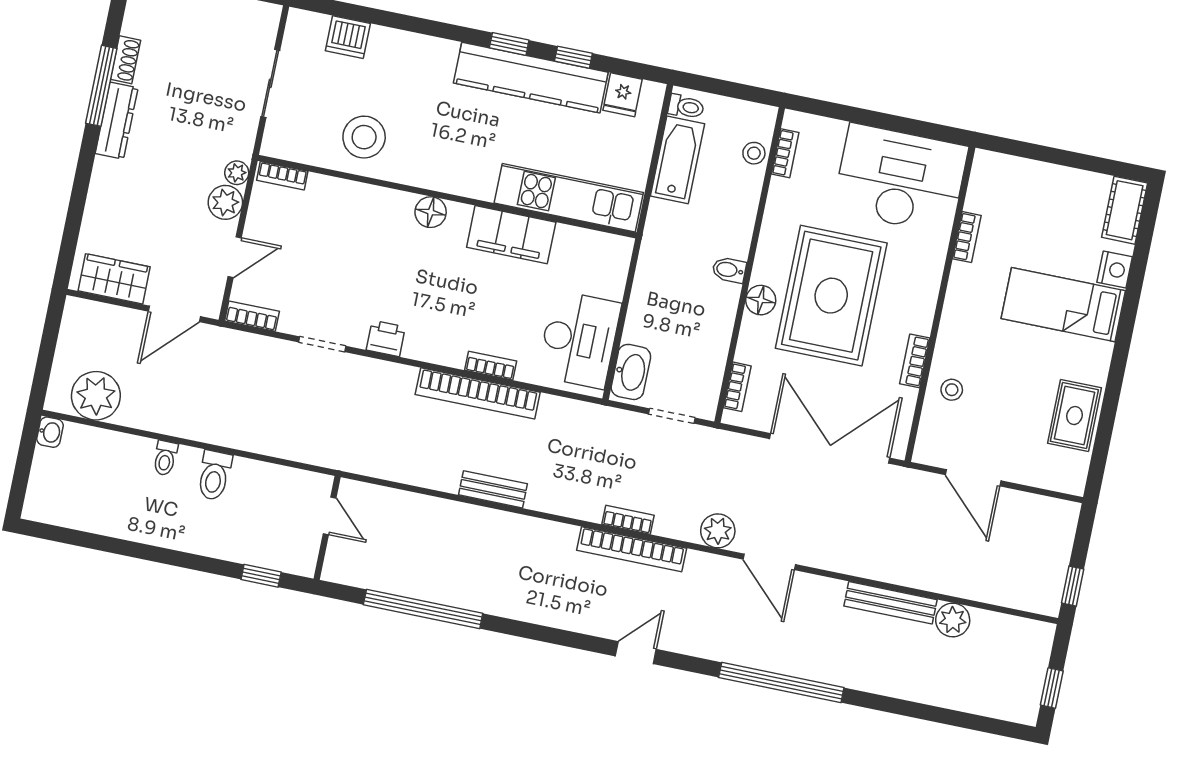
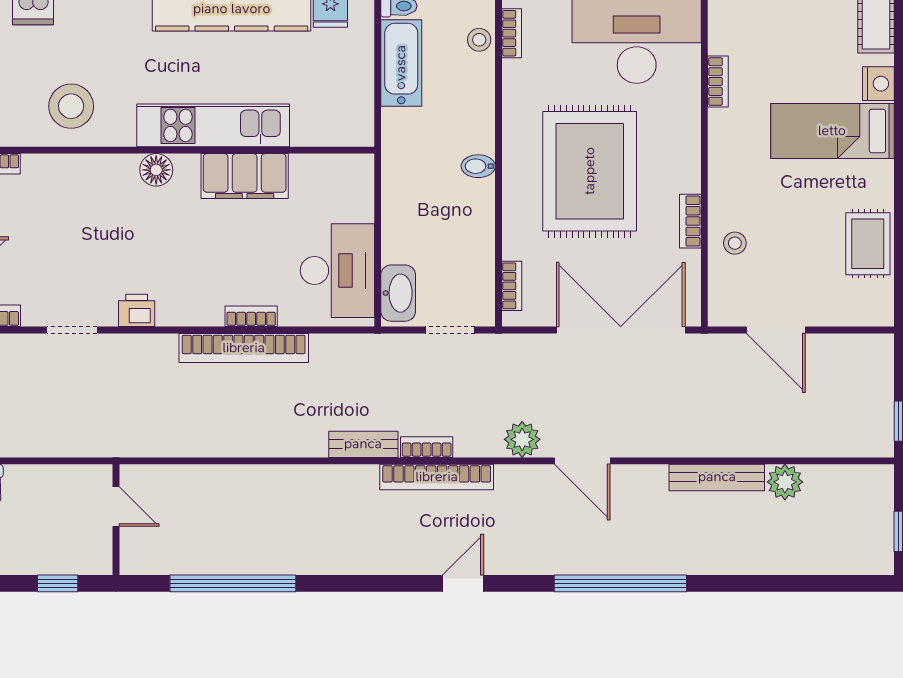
kitchen unit: (569, 198) -> (213, 125), moved
floor lamp: (761, 300) -> (518, 191), removed
bench: (493, 489) -> (363, 444), moved

